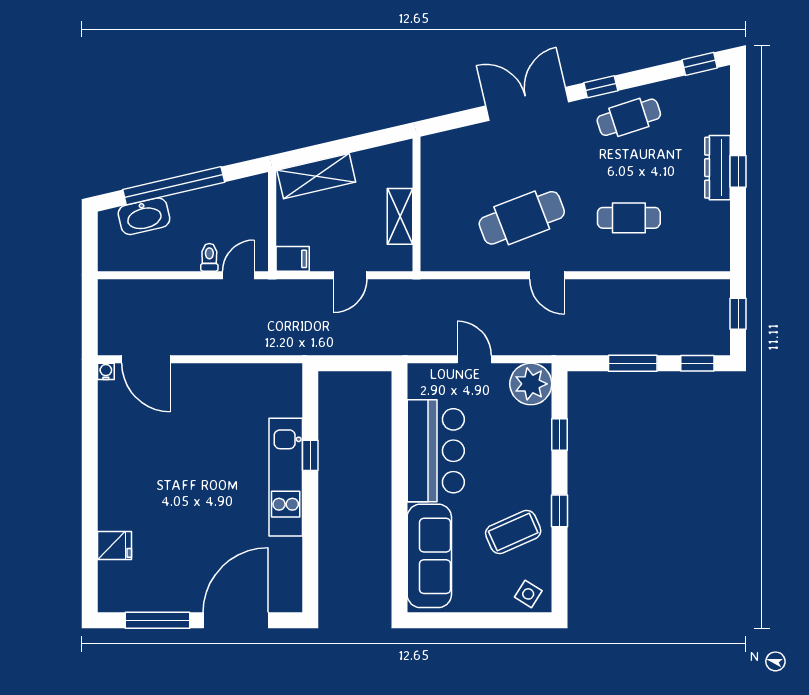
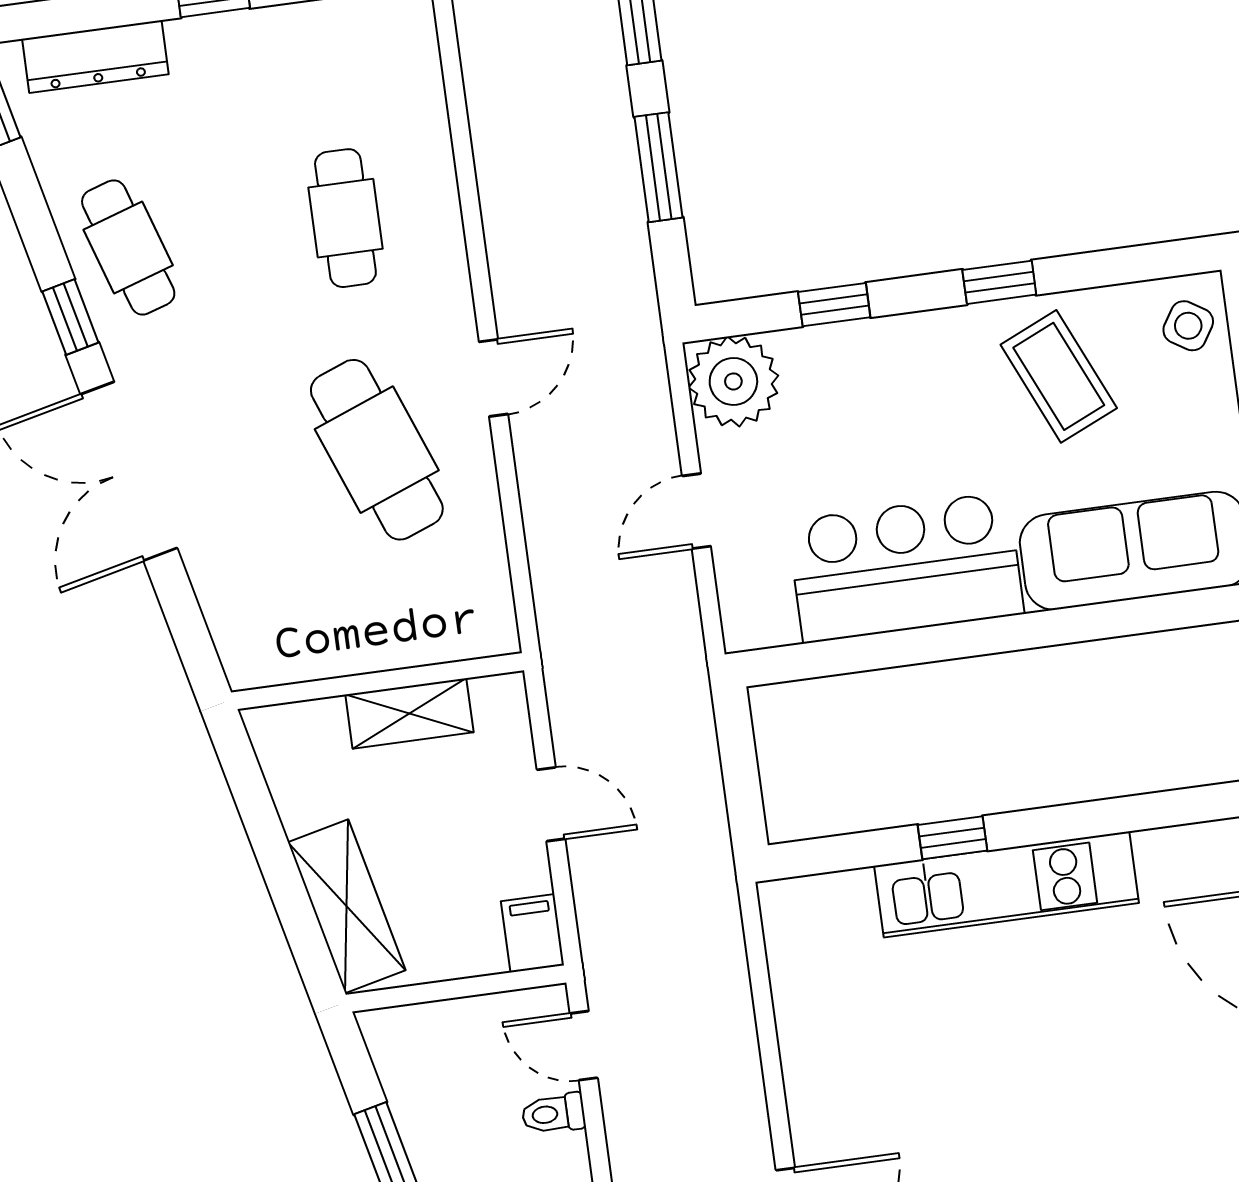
dresser: (718, 168) -> (95, 57), moved

